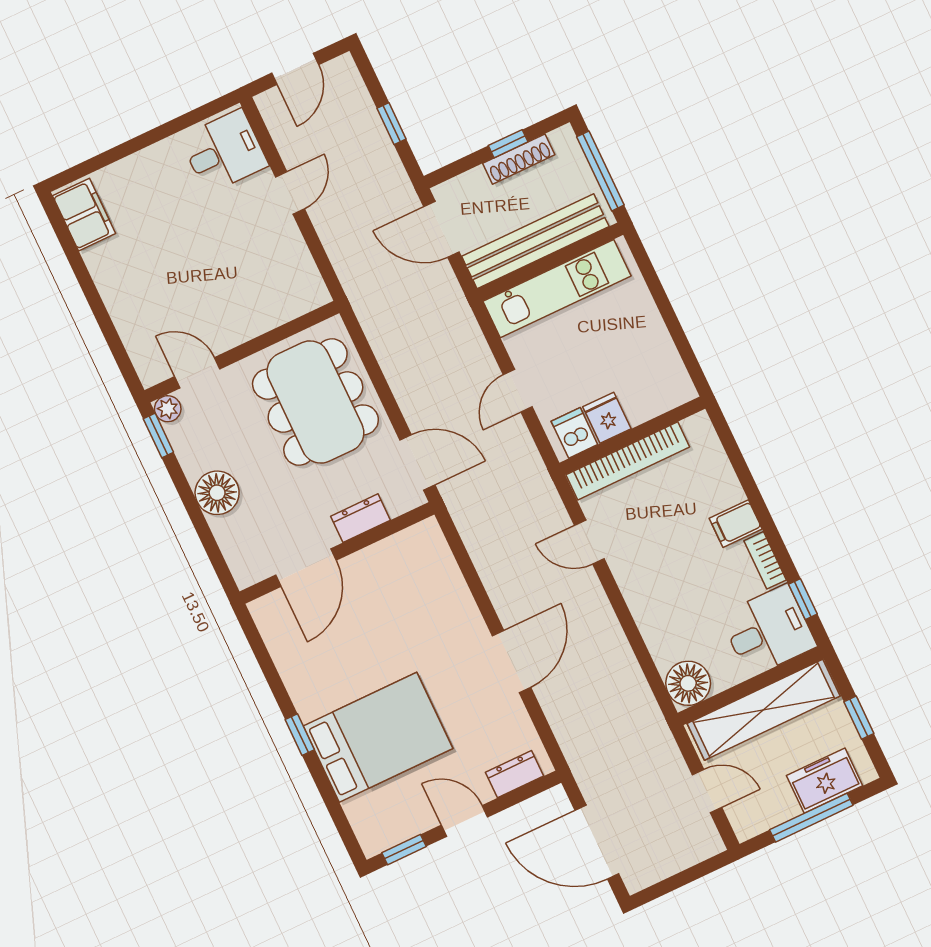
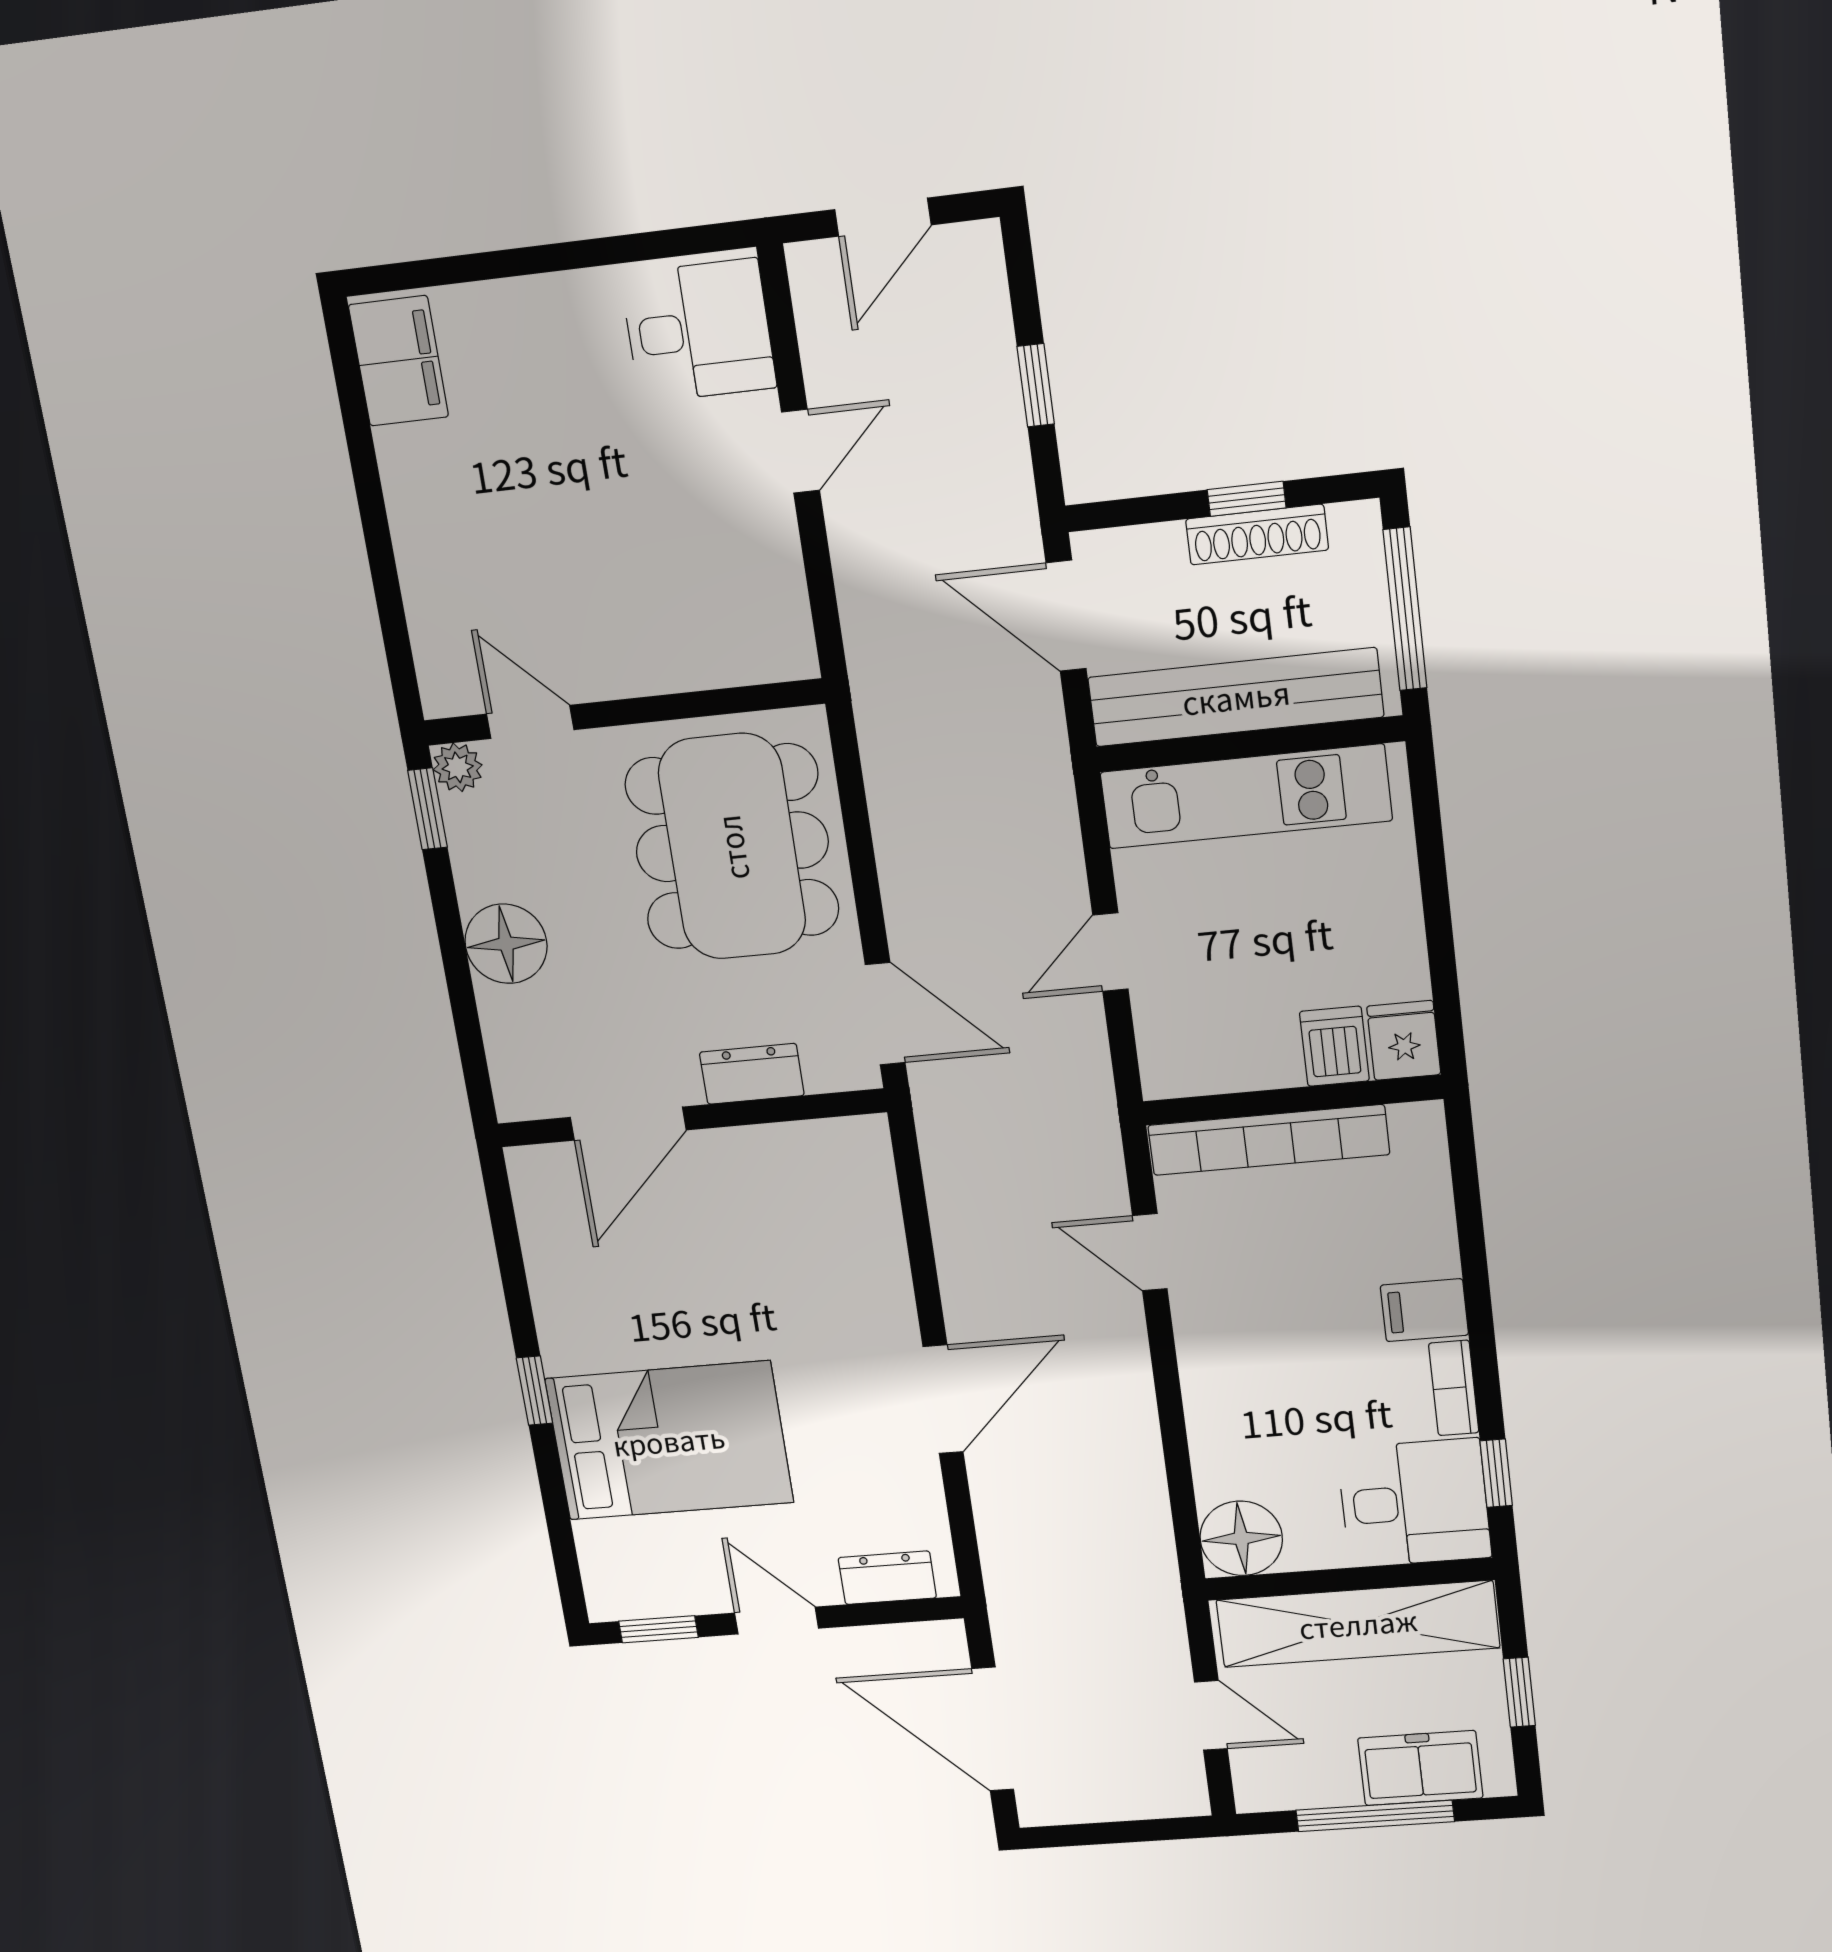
fridge: (607, 418) -> (1404, 1040), moved
dishwasher: (574, 433) -> (1334, 1046), moved

